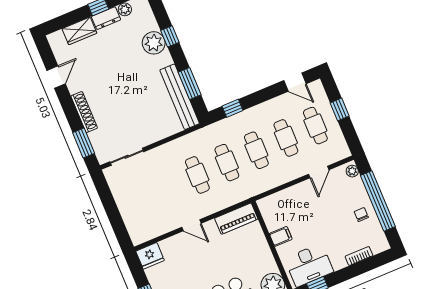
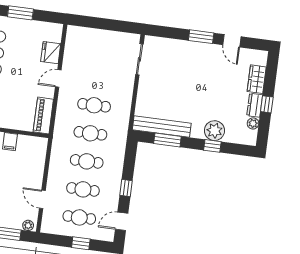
window: (232, 108) -> (126, 188), moved
shoe rack: (84, 112) -> (193, 47), removed
window: (84, 143) -> (201, 37), moved
fridge: (150, 256) -> (51, 53), moved

